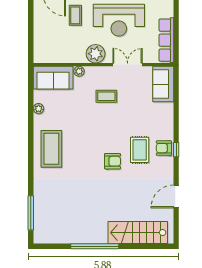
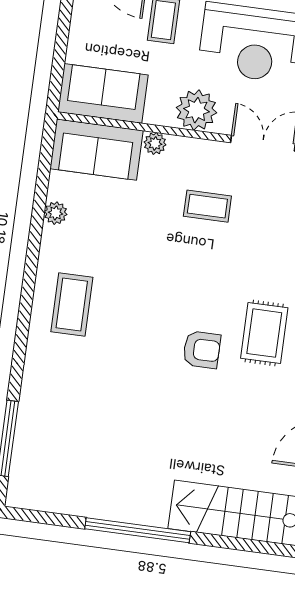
sofa: (52, 52) -> (103, 93), added
coffee table: (51, 149) -> (72, 305), width x0.73, depth x0.76

